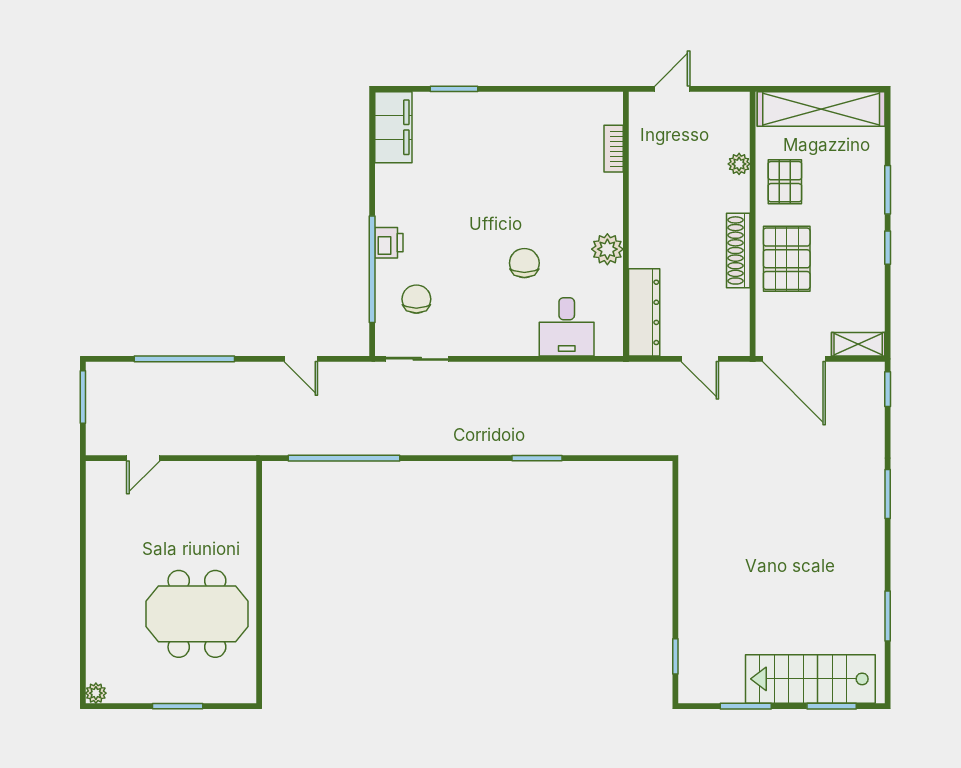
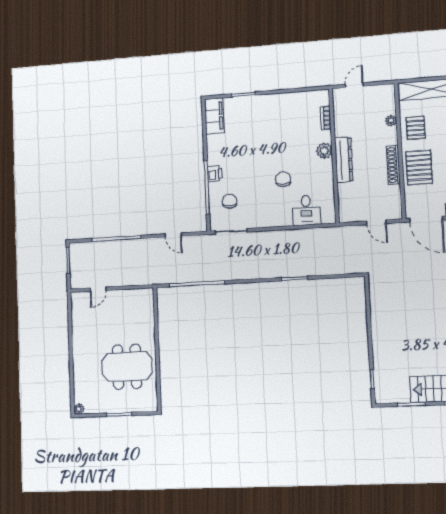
plant: (607, 249) -> (324, 151), moved
dresser: (644, 312) -> (344, 160), moved

